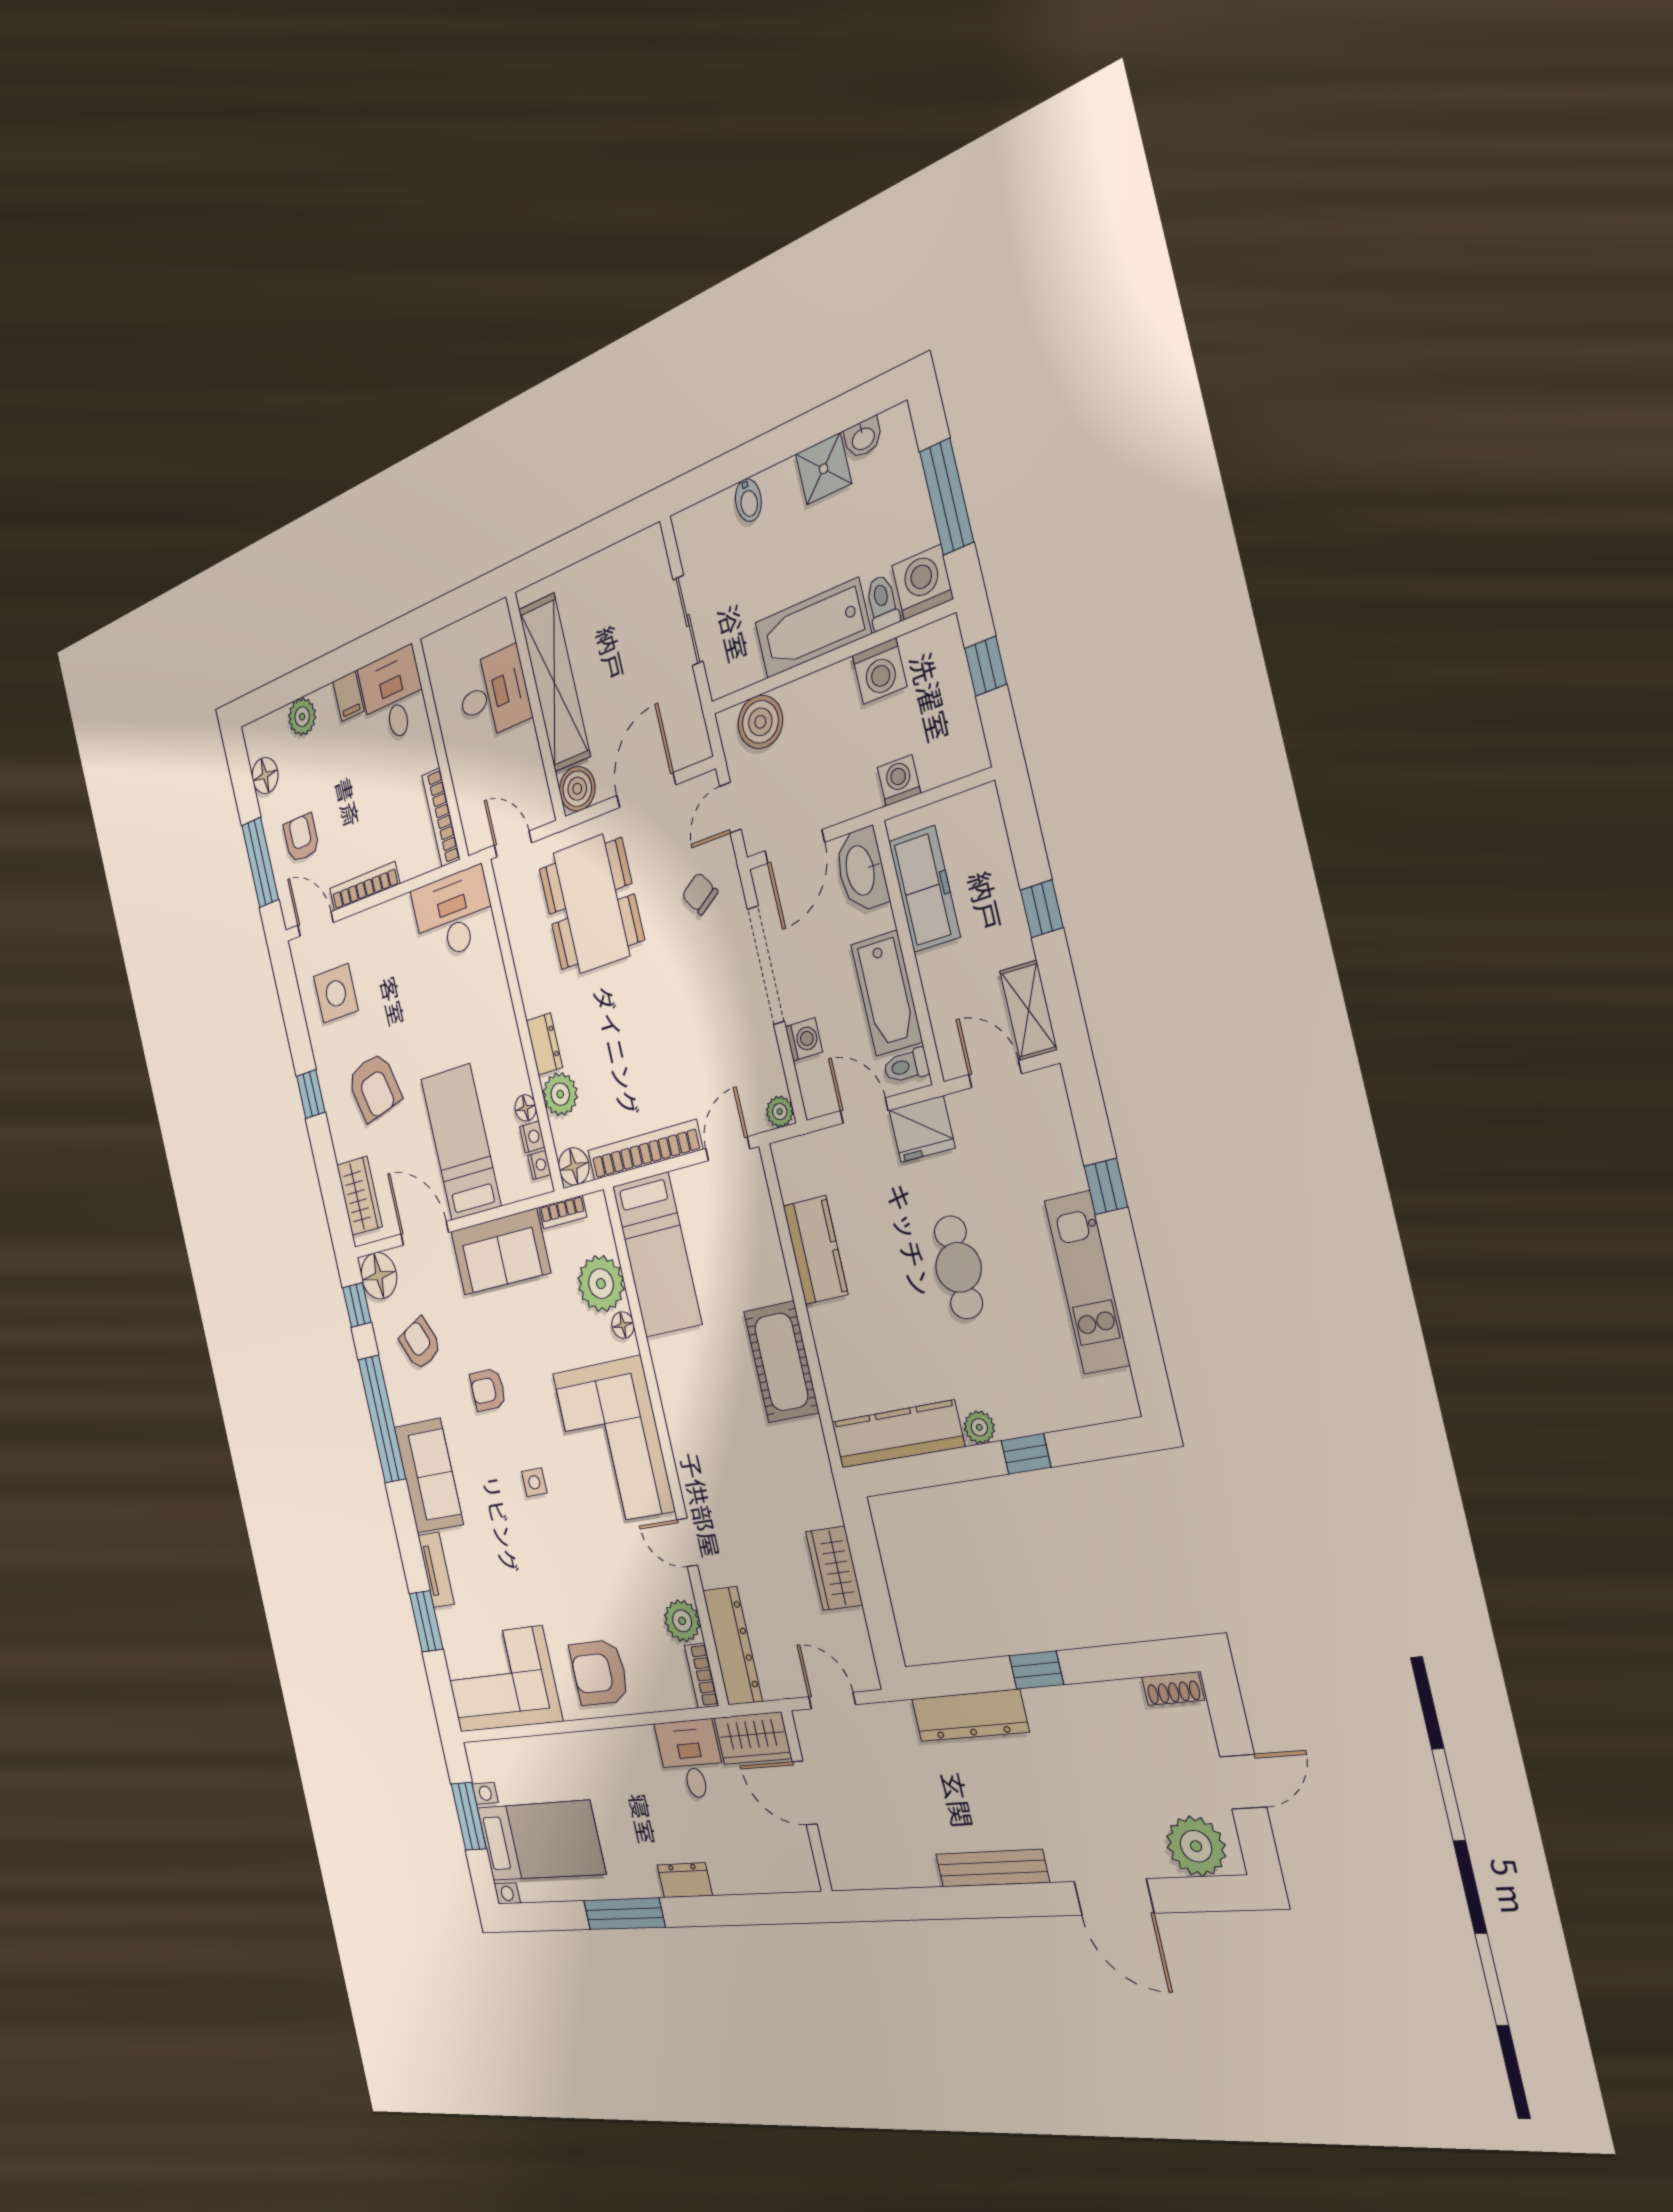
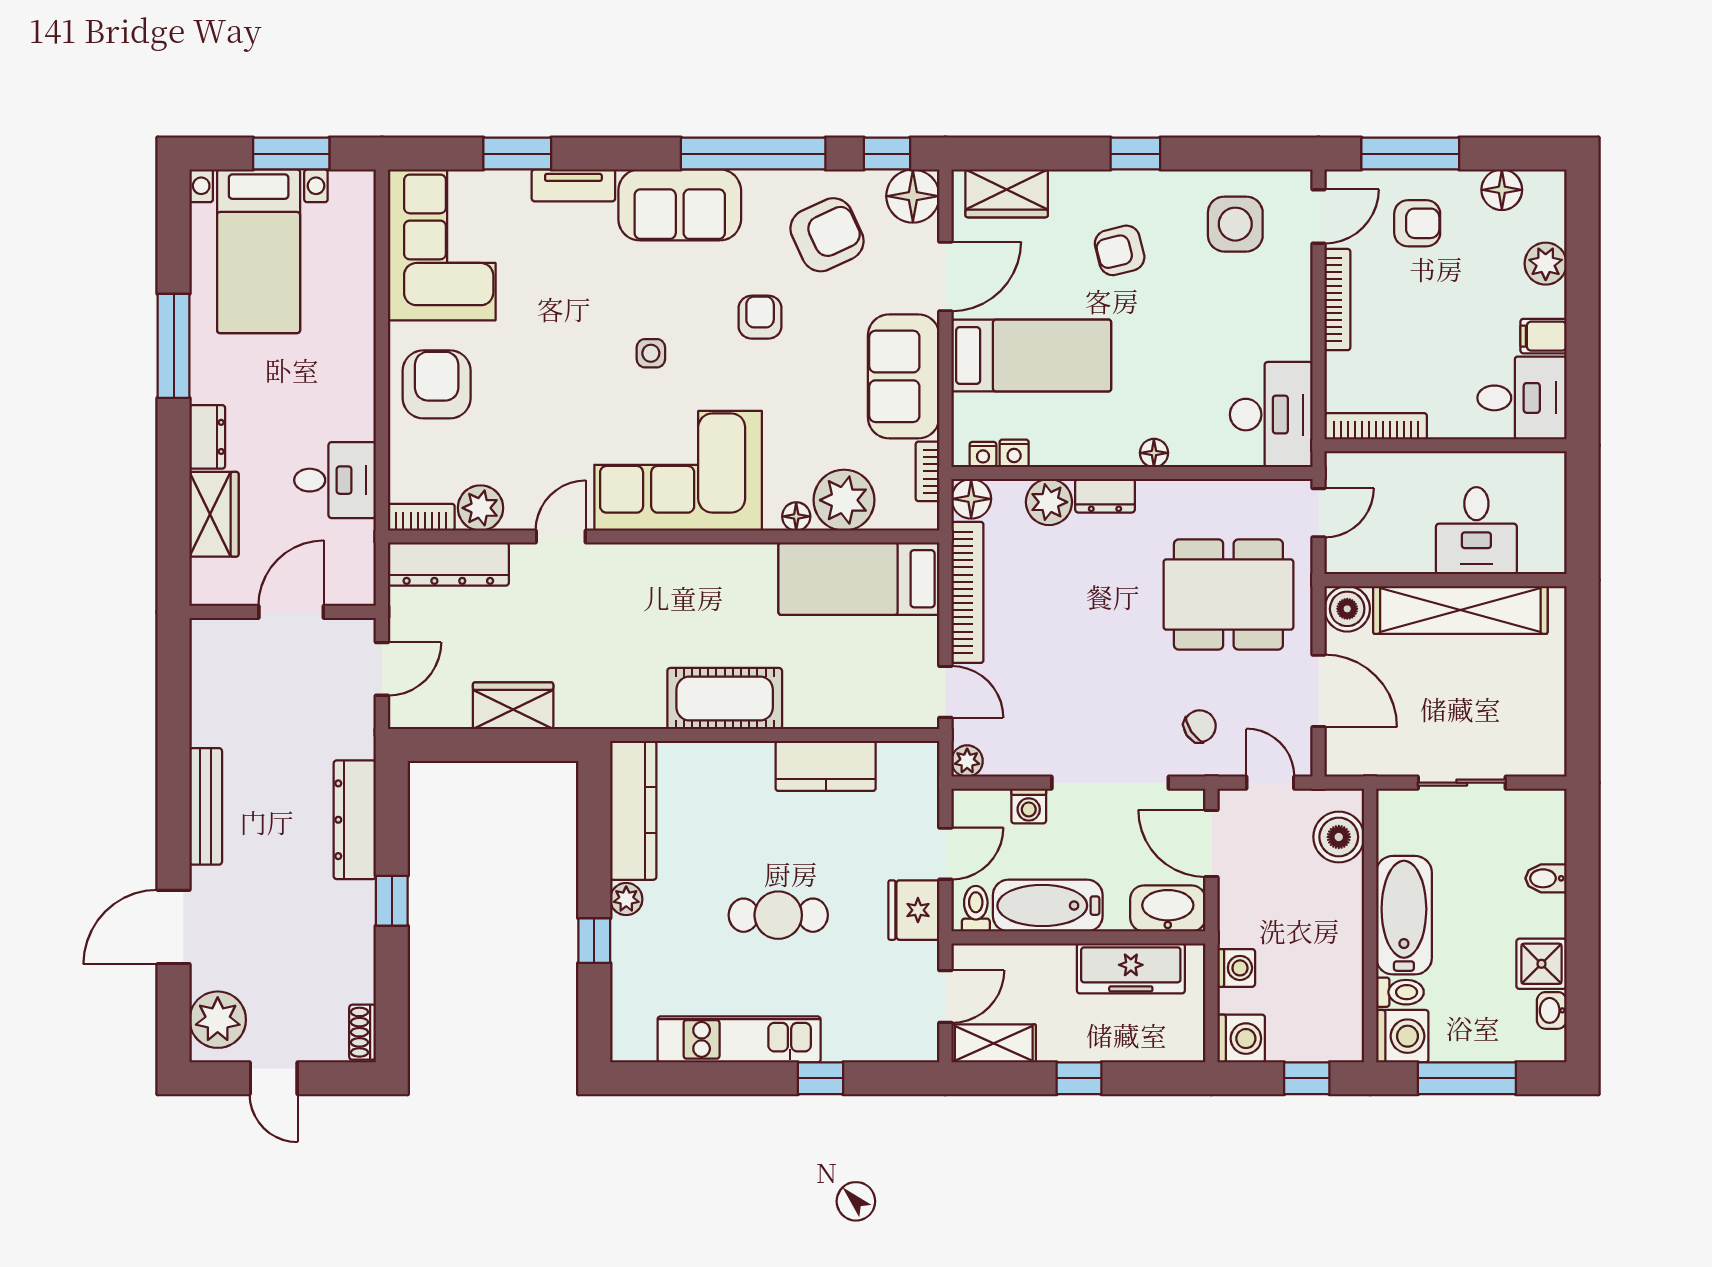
washing machine: (880, 671) -> (1241, 1039), moved, turned 180
armchair: (374, 1087) -> (1120, 250), width x0.72, depth x0.72
floor lamp: (526, 1108) -> (1154, 453), moved
armchair: (420, 1344) -> (827, 235), width x1.38, depth x1.38
wardrobe: (753, 1738) -> (214, 514), moved, turned 180

